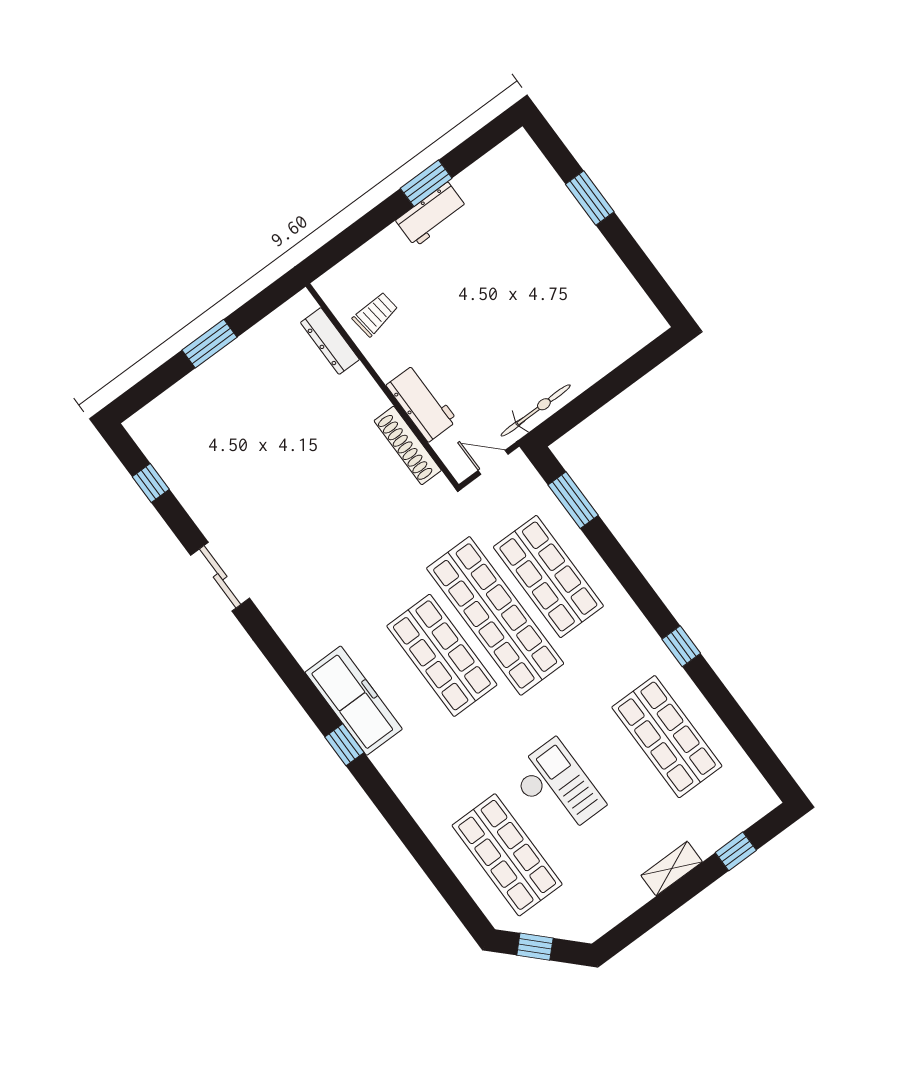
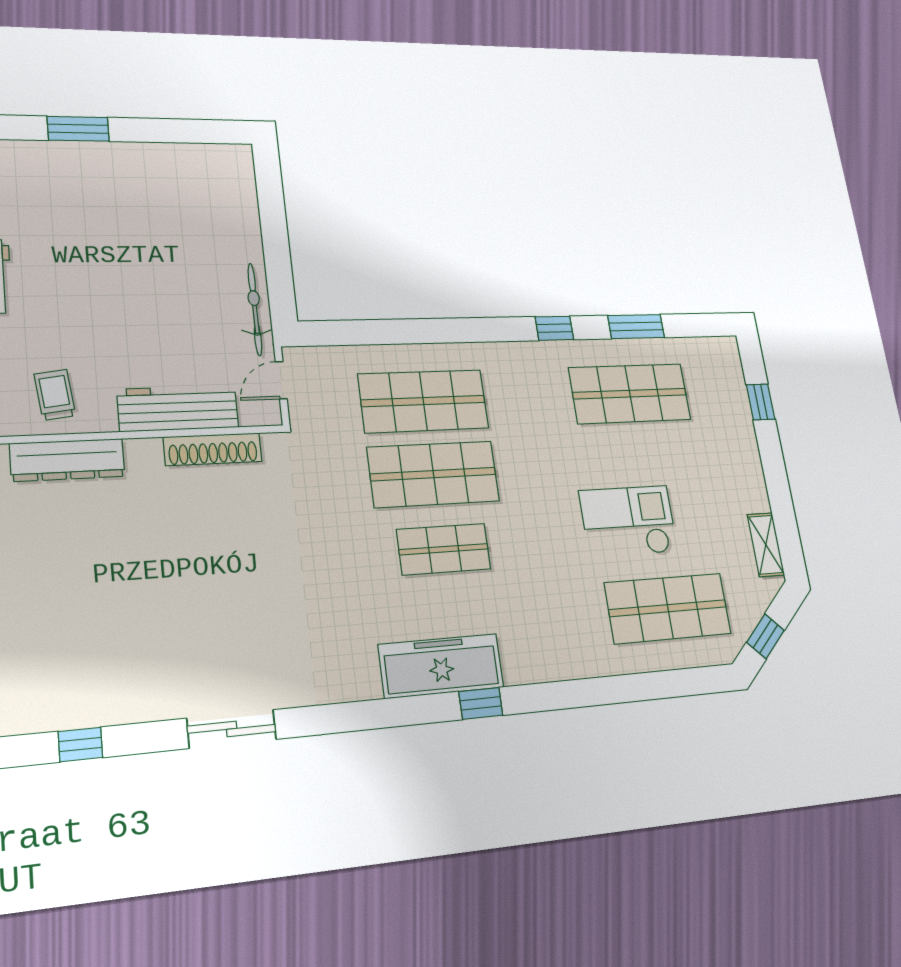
dresser: (330, 341) -> (67, 460), width x1.37, depth x1.24
workbench: (422, 403) -> (178, 408), width x1.38
window: (573, 500) -> (636, 326), moved
shop shelf: (495, 616) -> (433, 474), width x0.71
shop shelf: (442, 655) -> (444, 549), width x0.70, depth x0.74
shelving: (672, 869) -> (766, 545), moved

